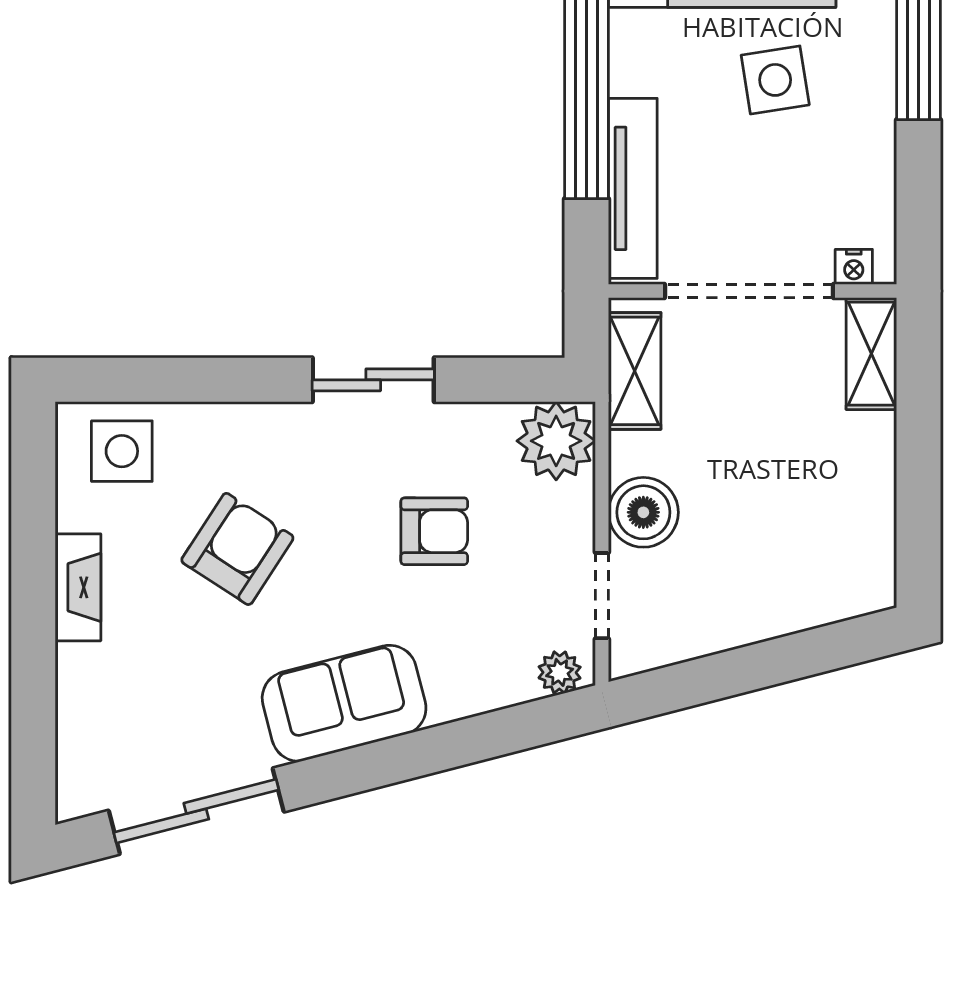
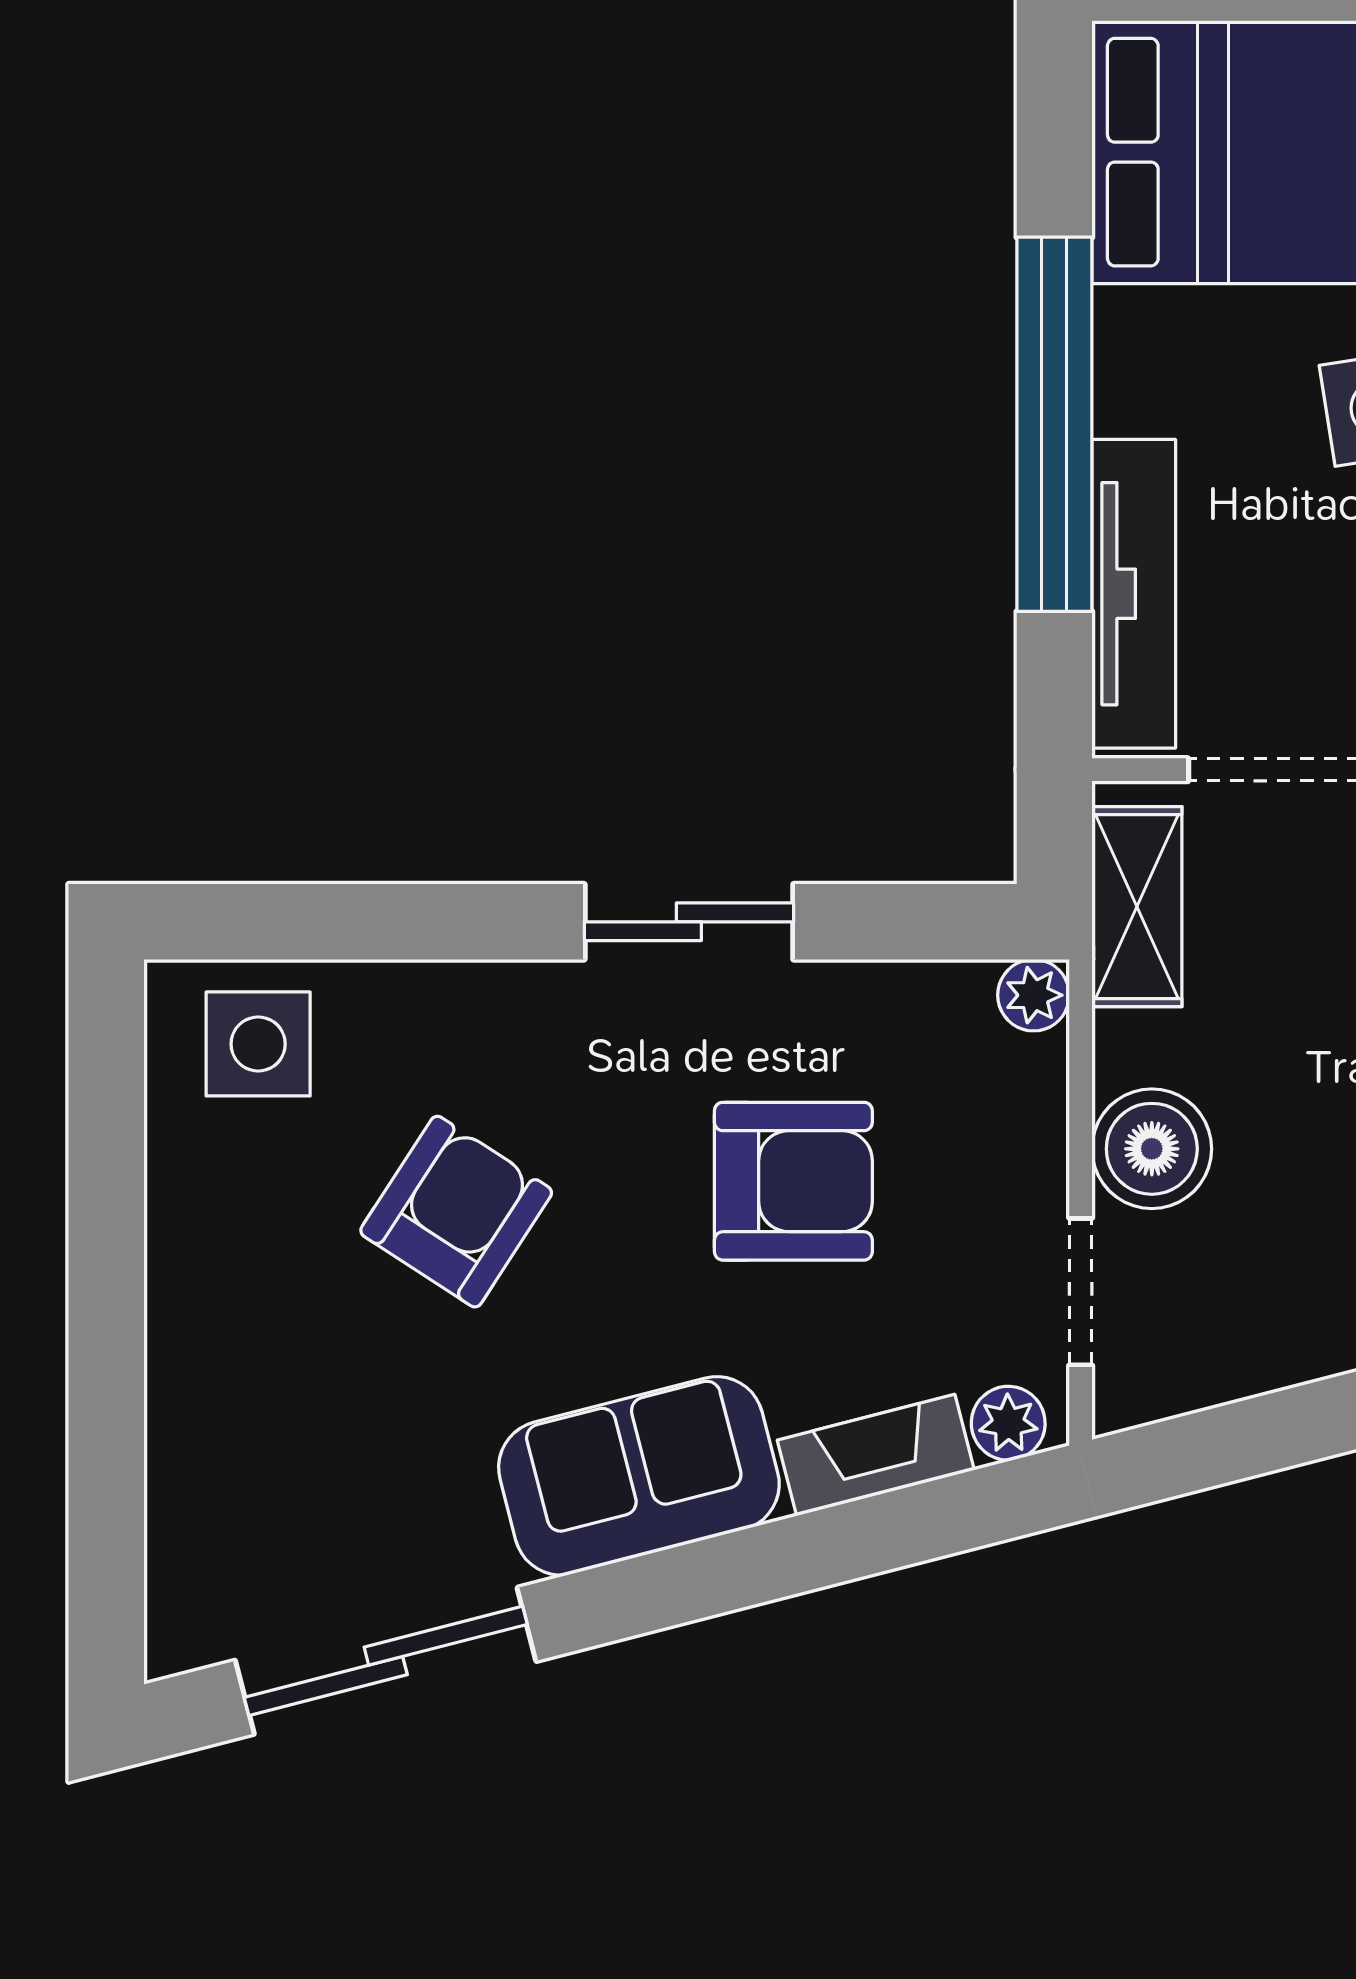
plant: (556, 441) -> (1034, 995), width x0.53, depth x0.53
armchair: (434, 531) -> (793, 1181), width x1.38, depth x1.38
fireplace: (78, 587) -> (876, 1455), moved, turned -104

